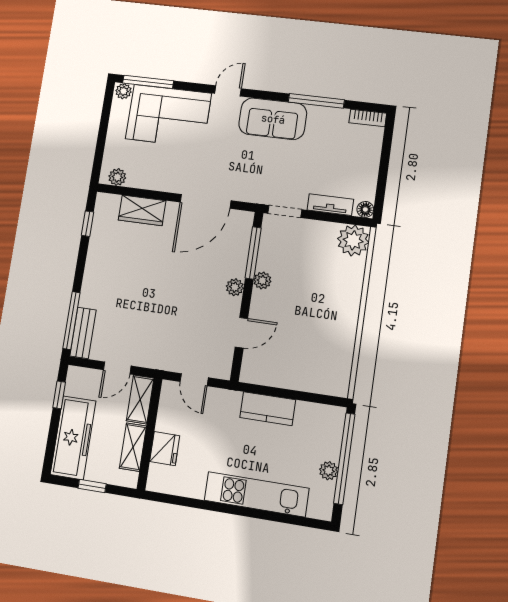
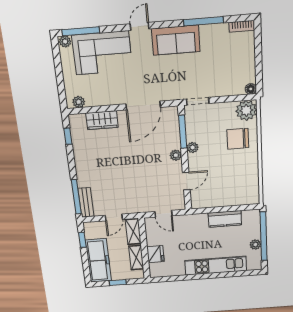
tv unit: (330, 205) -> (227, 91), removed
chair: (333, 282) -> (238, 139), added
kitchen counter: (268, 409) -> (225, 219), moved

